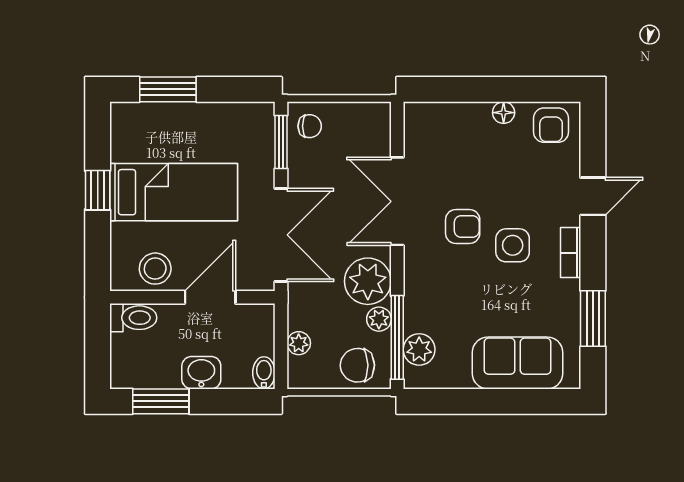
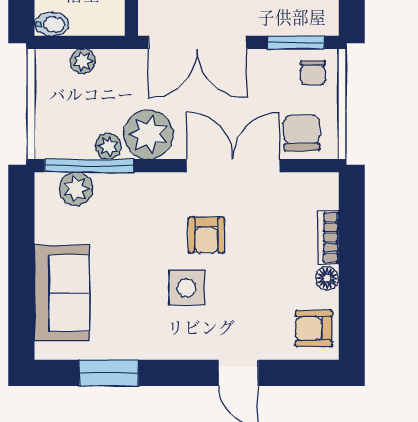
bookcase: (571, 253) -> (328, 237), moved, turned -90
chair: (357, 365) -> (302, 133), moved

